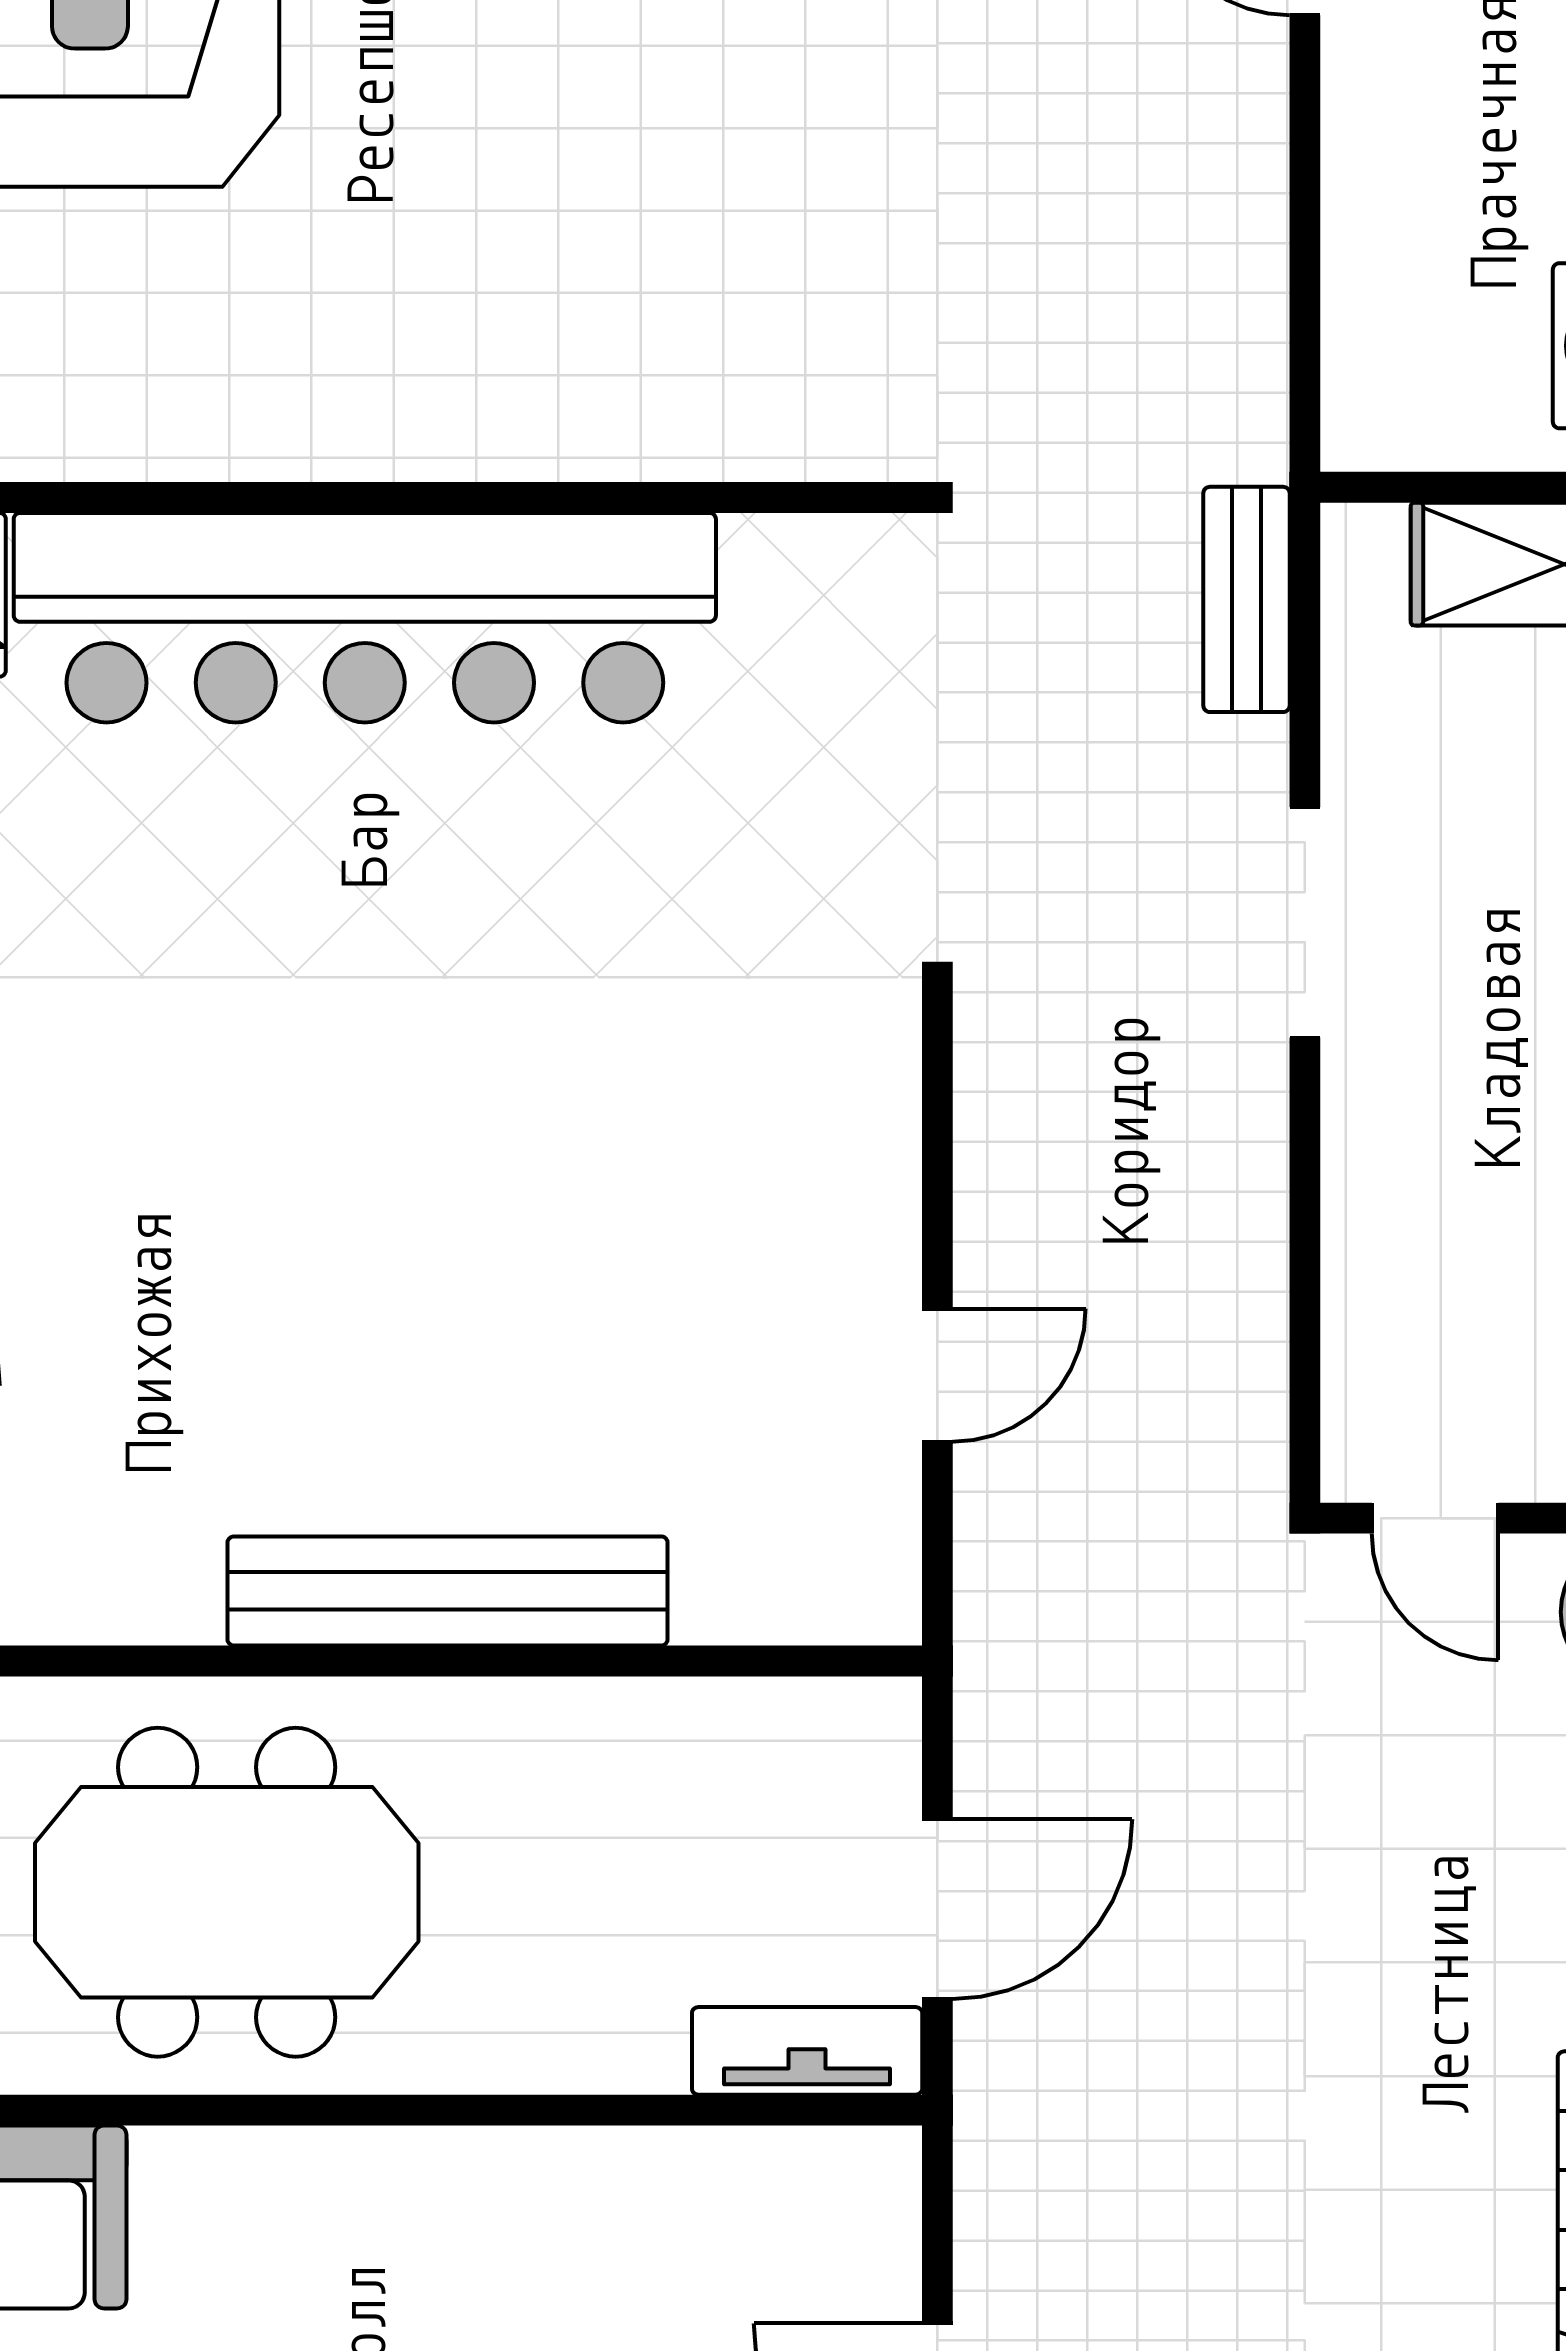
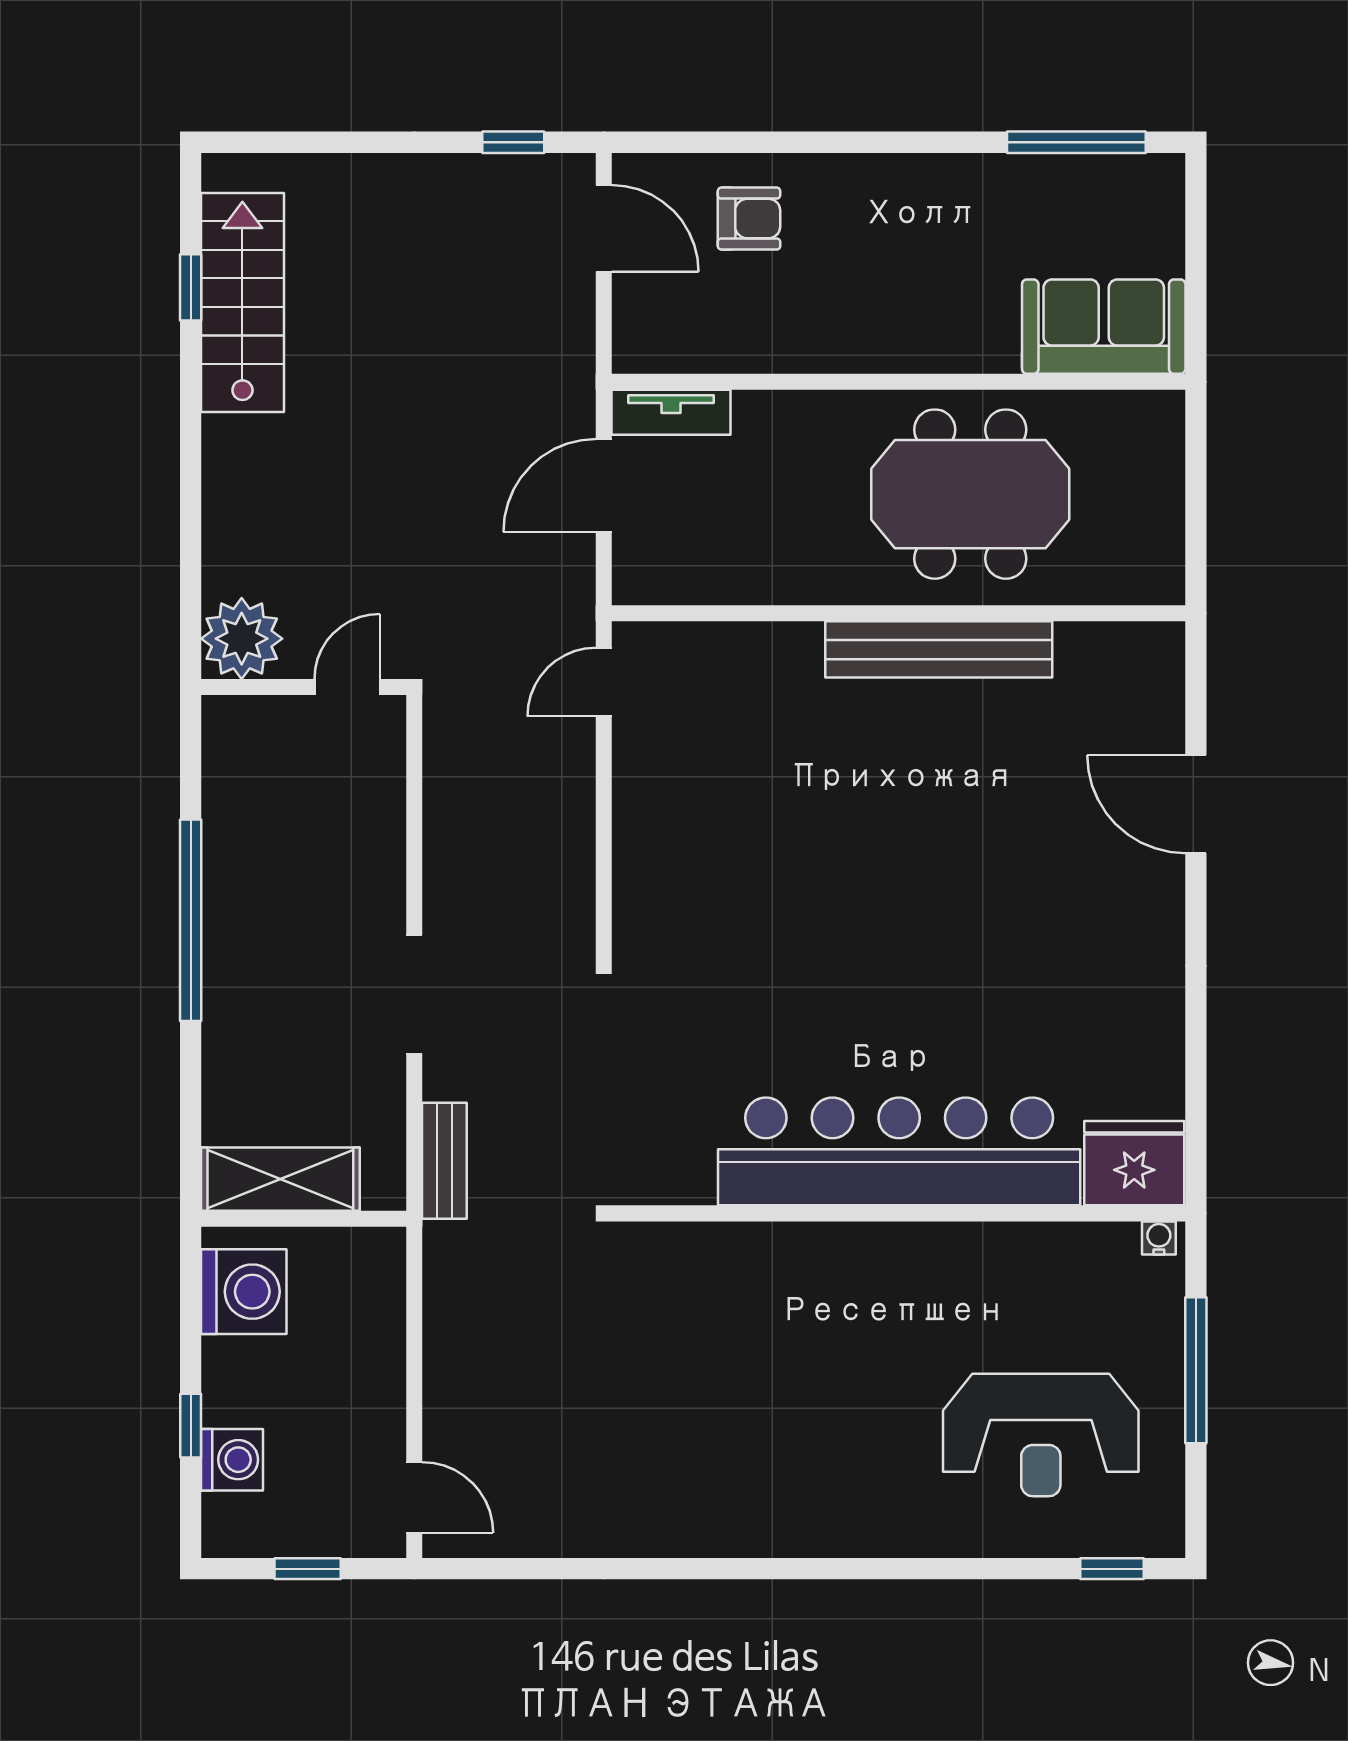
door: (937, 1375) -> (604, 682), moved
door: (1435, 1518) -> (347, 687), hinge flipped
bench: (448, 1591) -> (939, 649), moved

